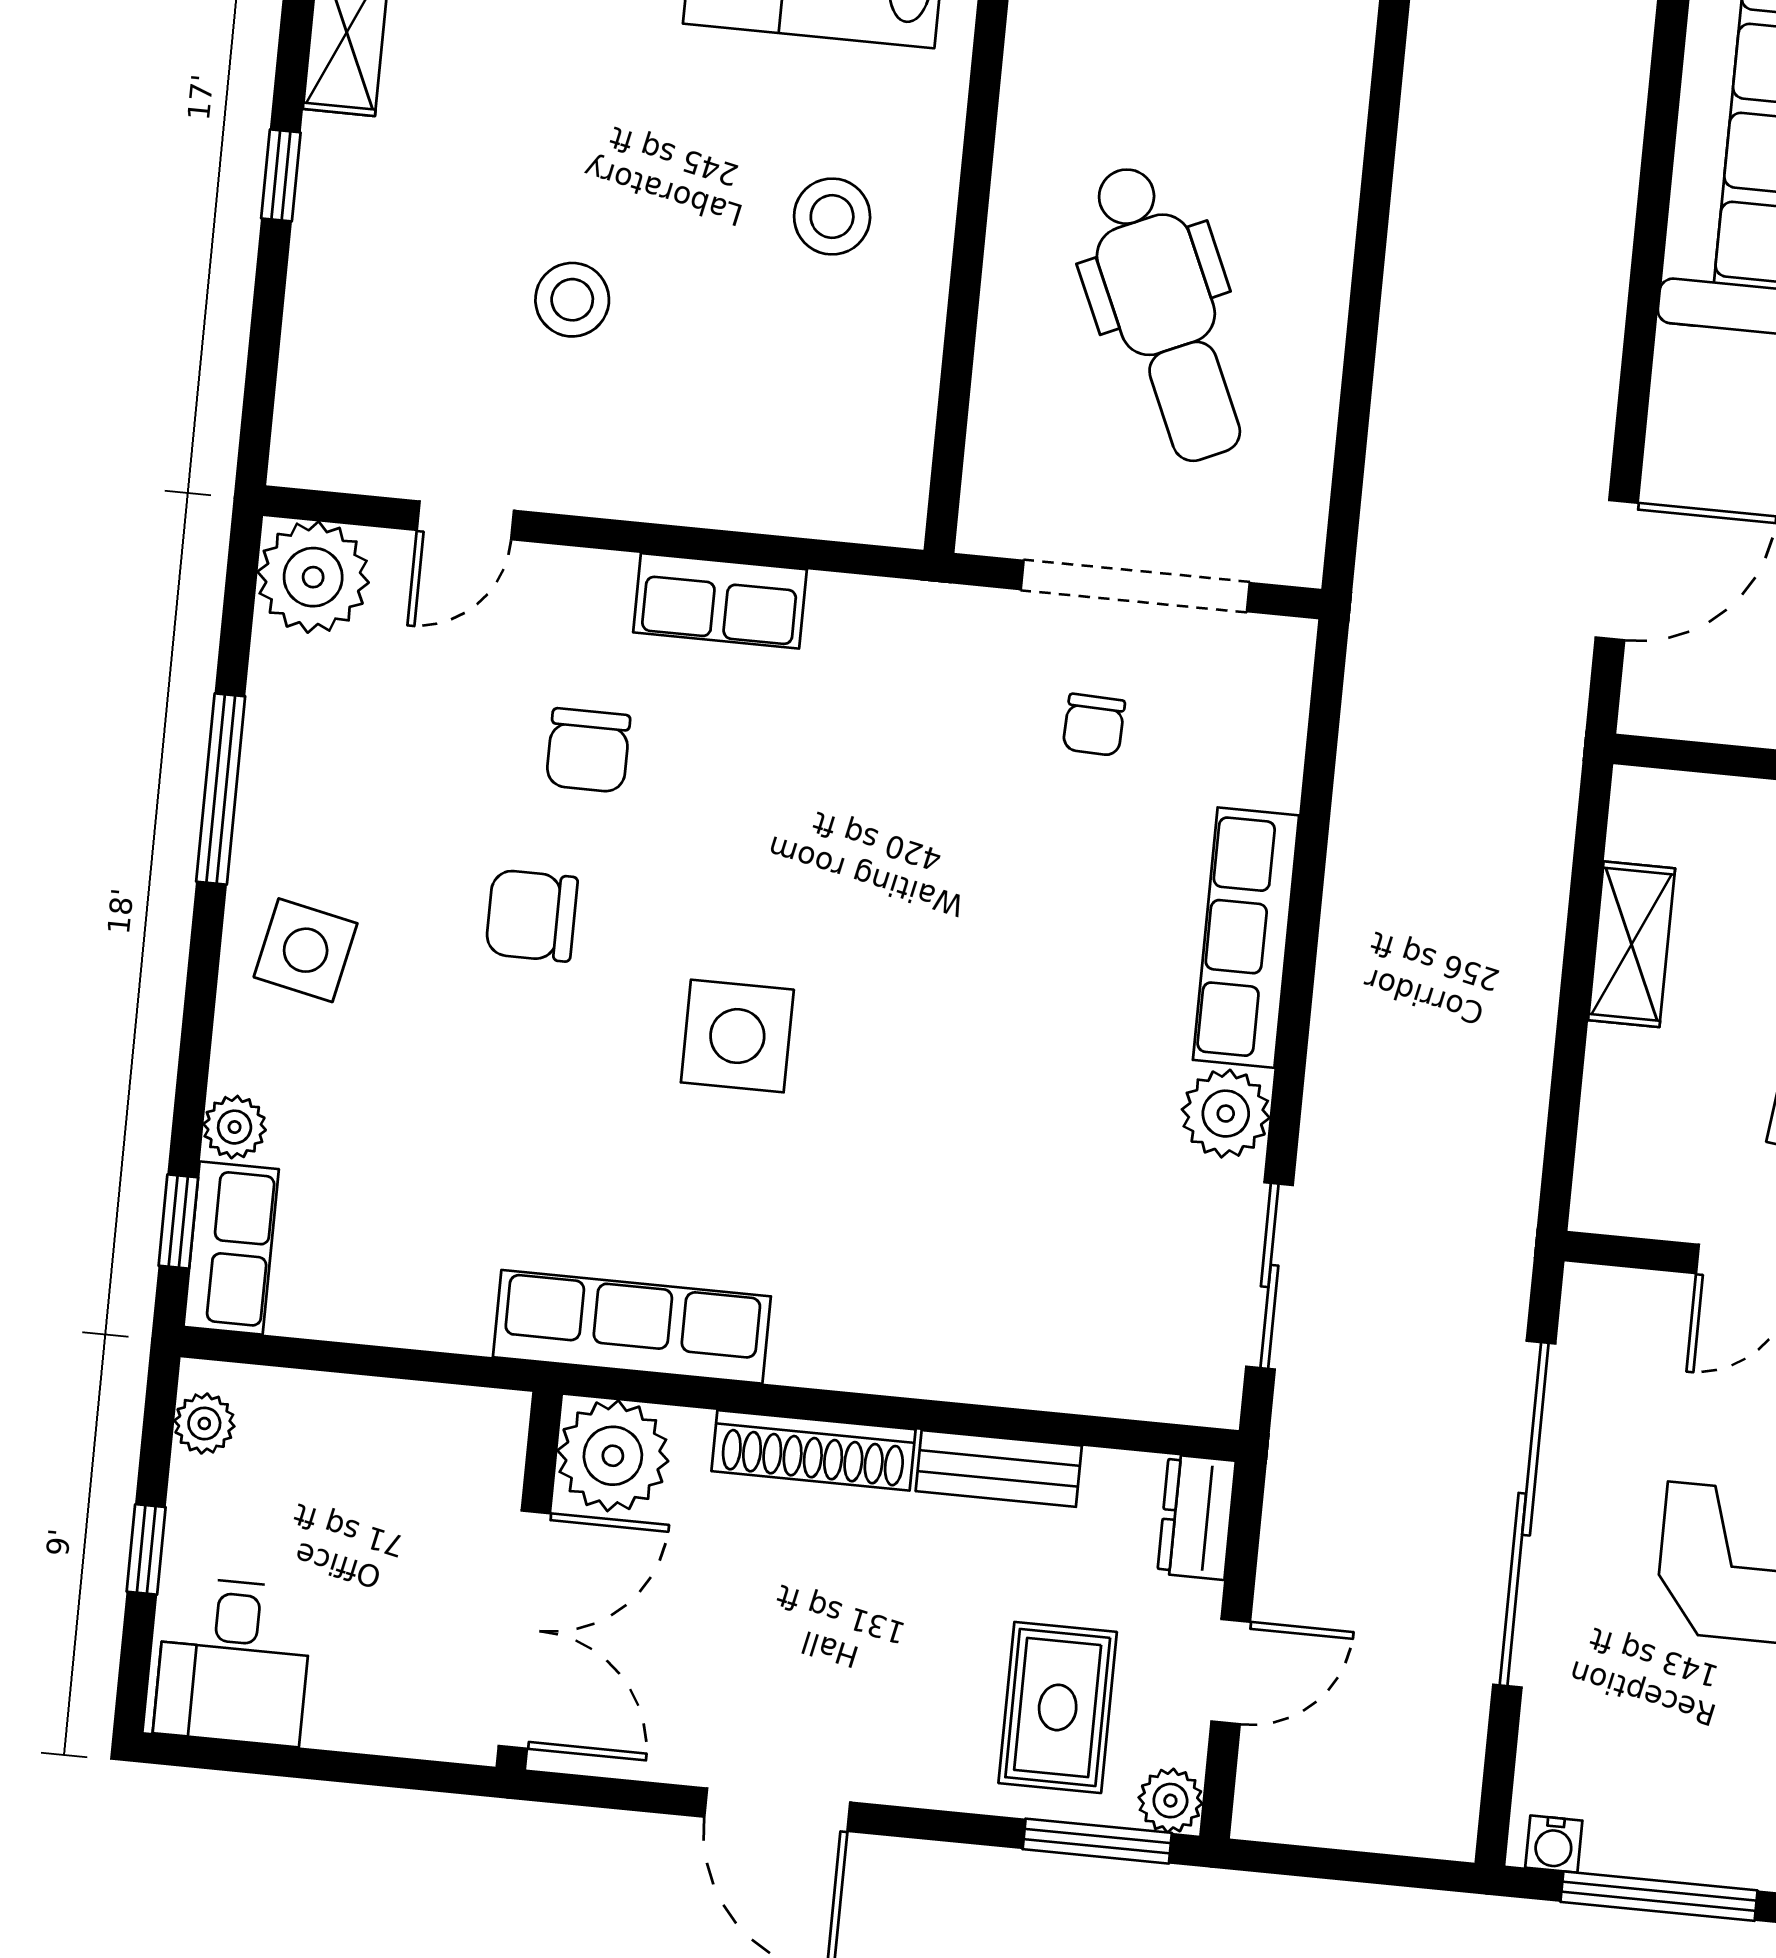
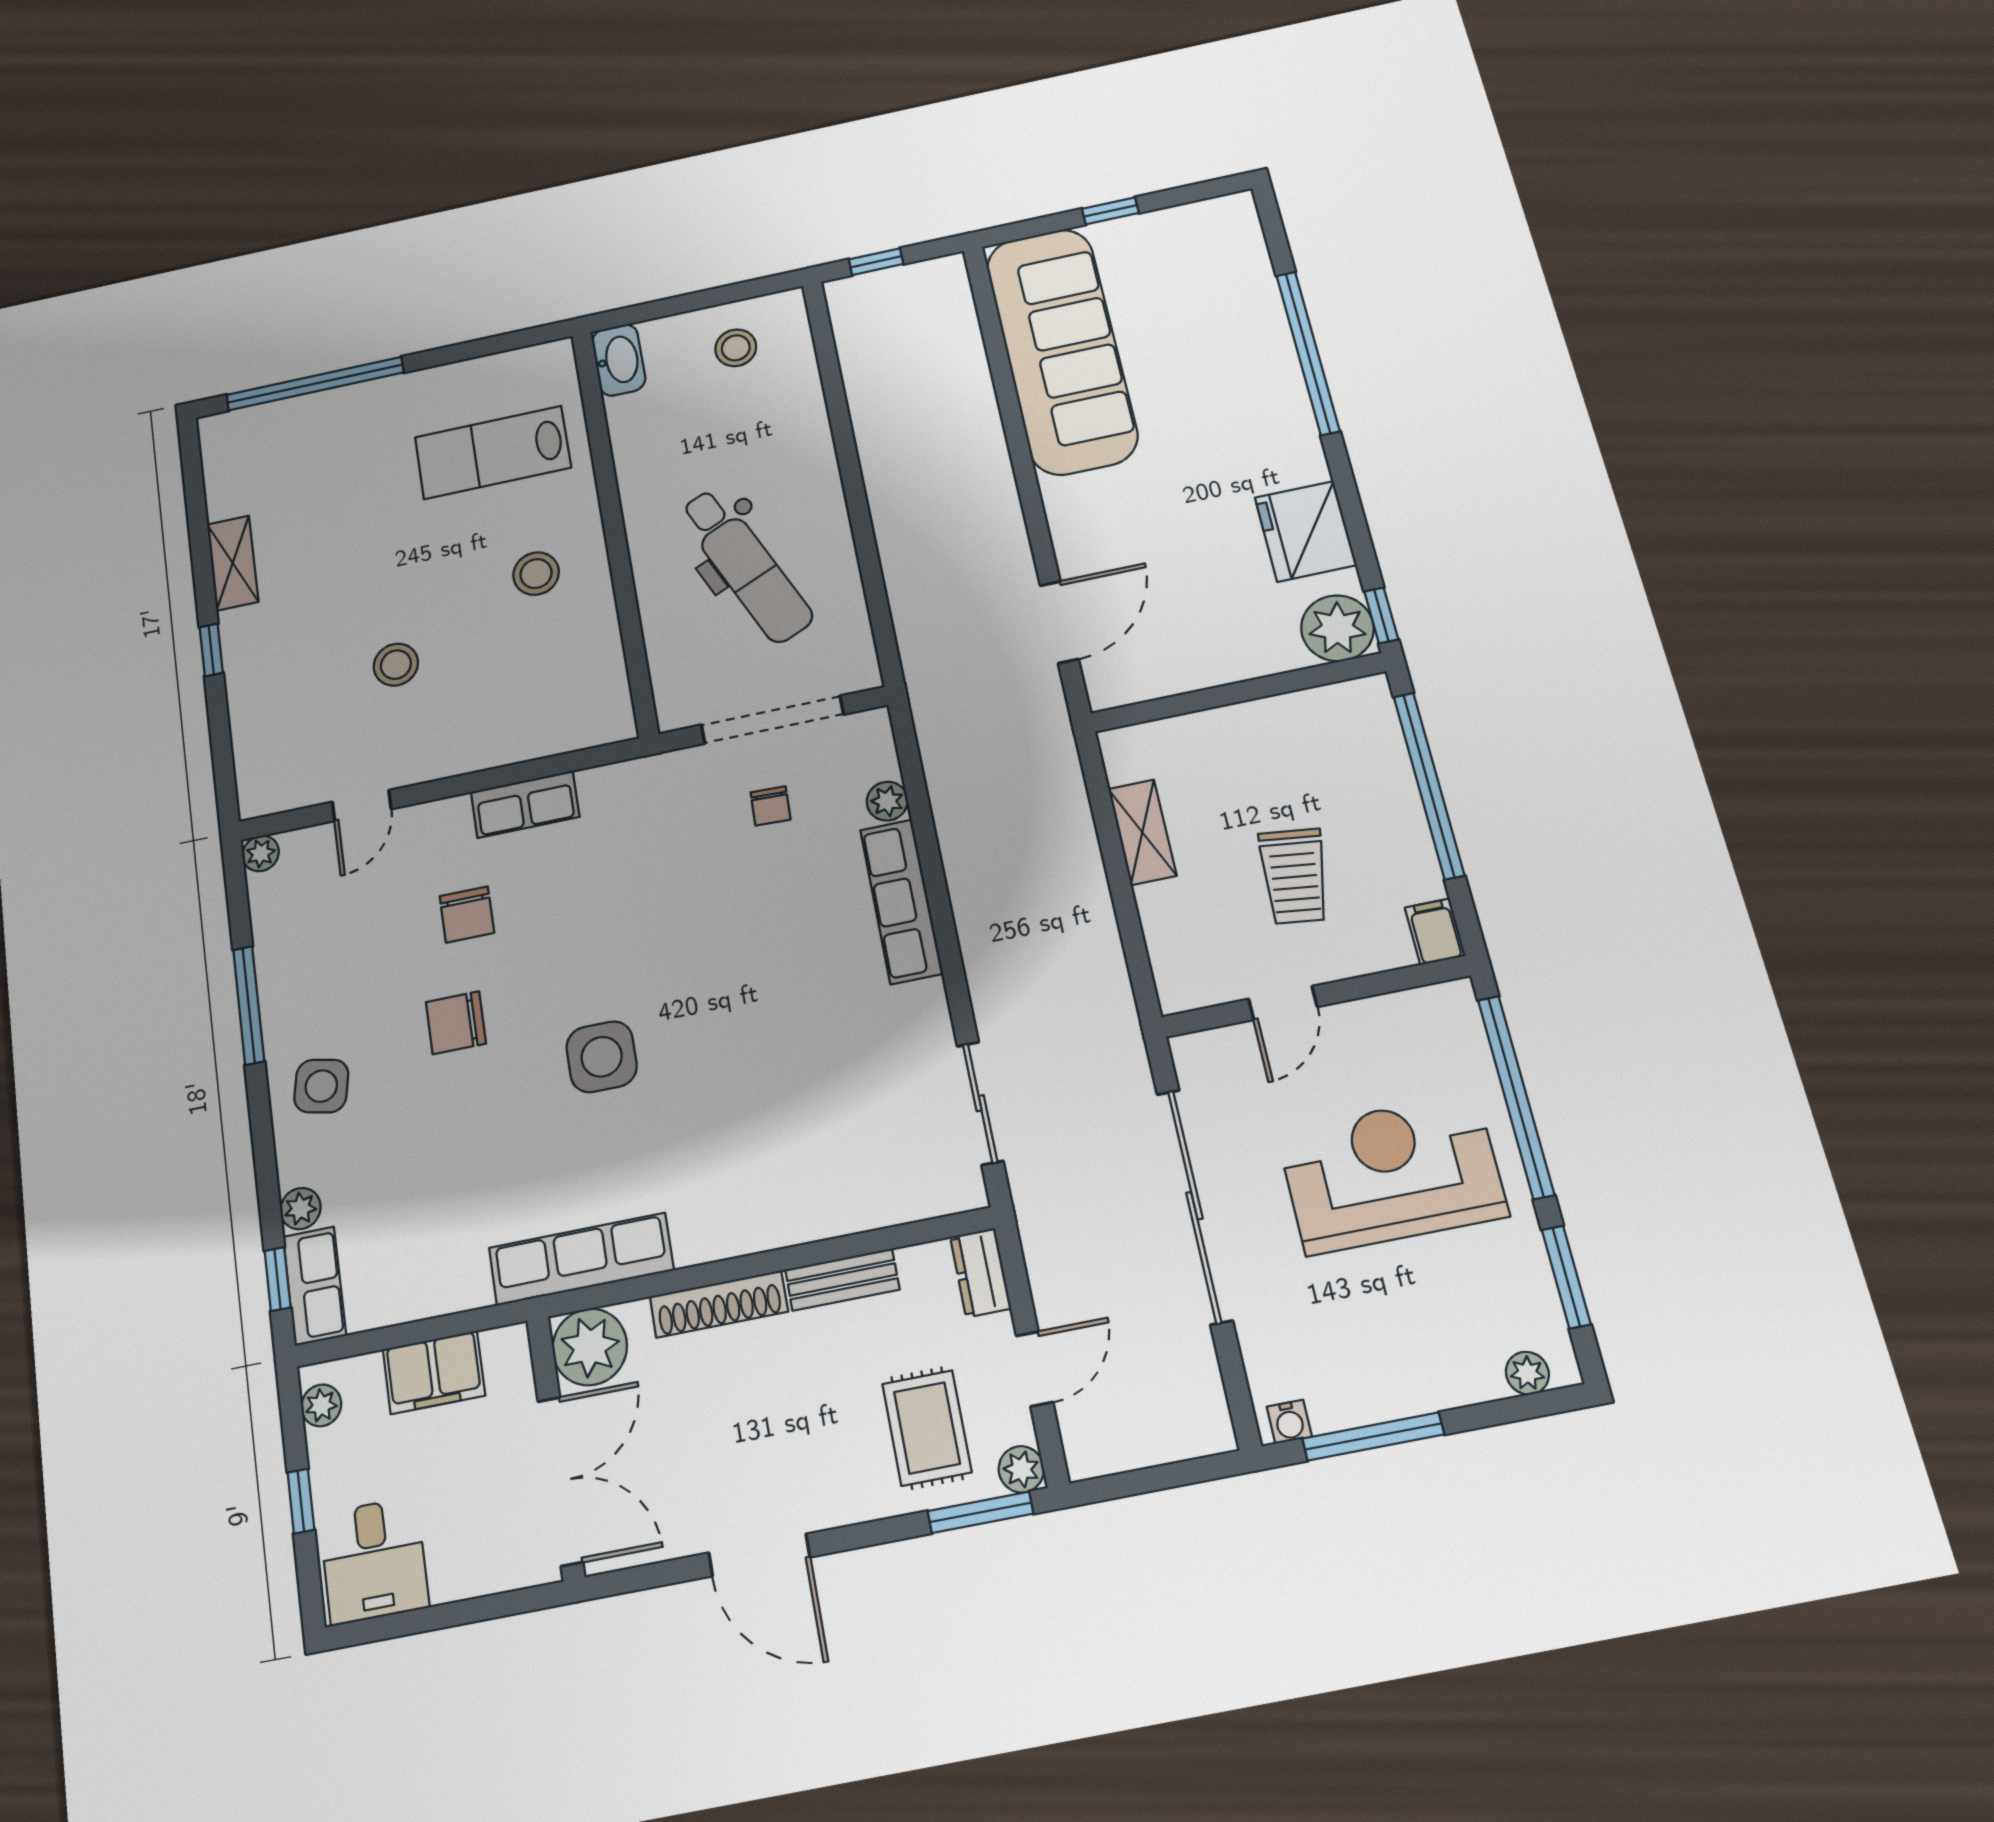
plant: (313, 577) -> (261, 853), width x0.53, depth x0.53
plant: (1226, 1114) -> (887, 801), moved, width x0.73, depth x0.73
filing cabinet: (379, 1425) -> (434, 1372), added

